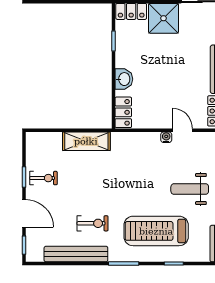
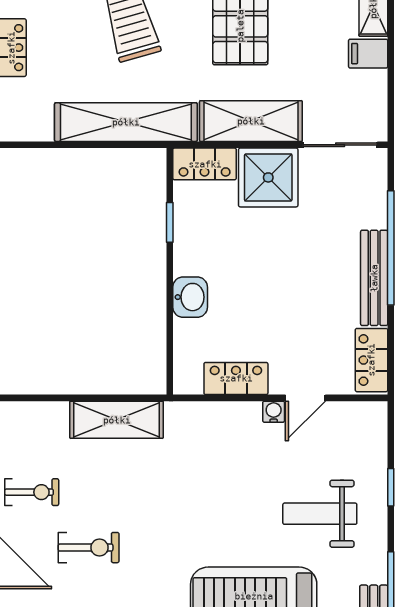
locker: (123, 112) -> (236, 378), moved, turned -90
door: (182, 130) -> (305, 398), swing flipped
exercise bike: (93, 223) -> (89, 548), moved

